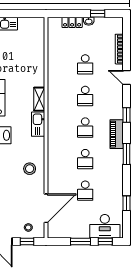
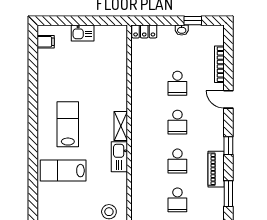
locker: (72, 22) -> (144, 31), moved

